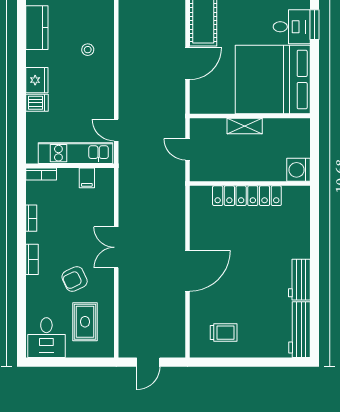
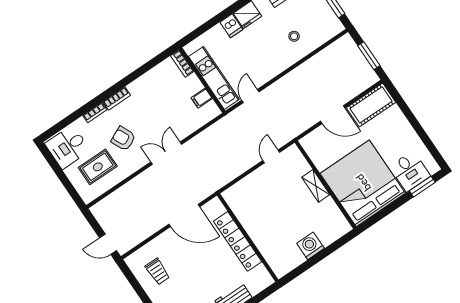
wall: (250, 184) -> (248, 238), moved
locker: (247, 196) -> (238, 241), moved
bookcase: (31, 218) -> (95, 113), moved
door: (148, 362) -> (108, 244), moved

